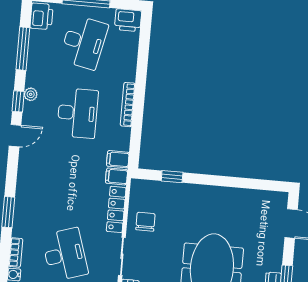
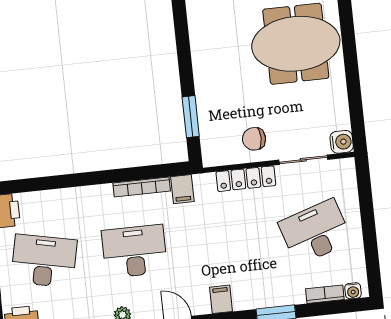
bookcase: (128, 105) -> (142, 187), moved
filing cabinet: (117, 176) -> (221, 299), moved, turned 180
window: (172, 177) -> (191, 117), width x1.50

